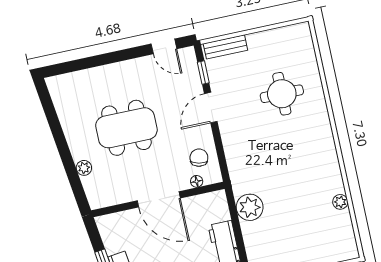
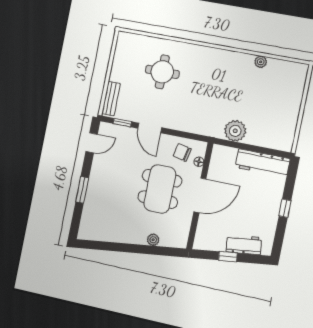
window: (104, 59) -> (82, 190), added
dining table: (126, 128) -> (160, 189), moved

